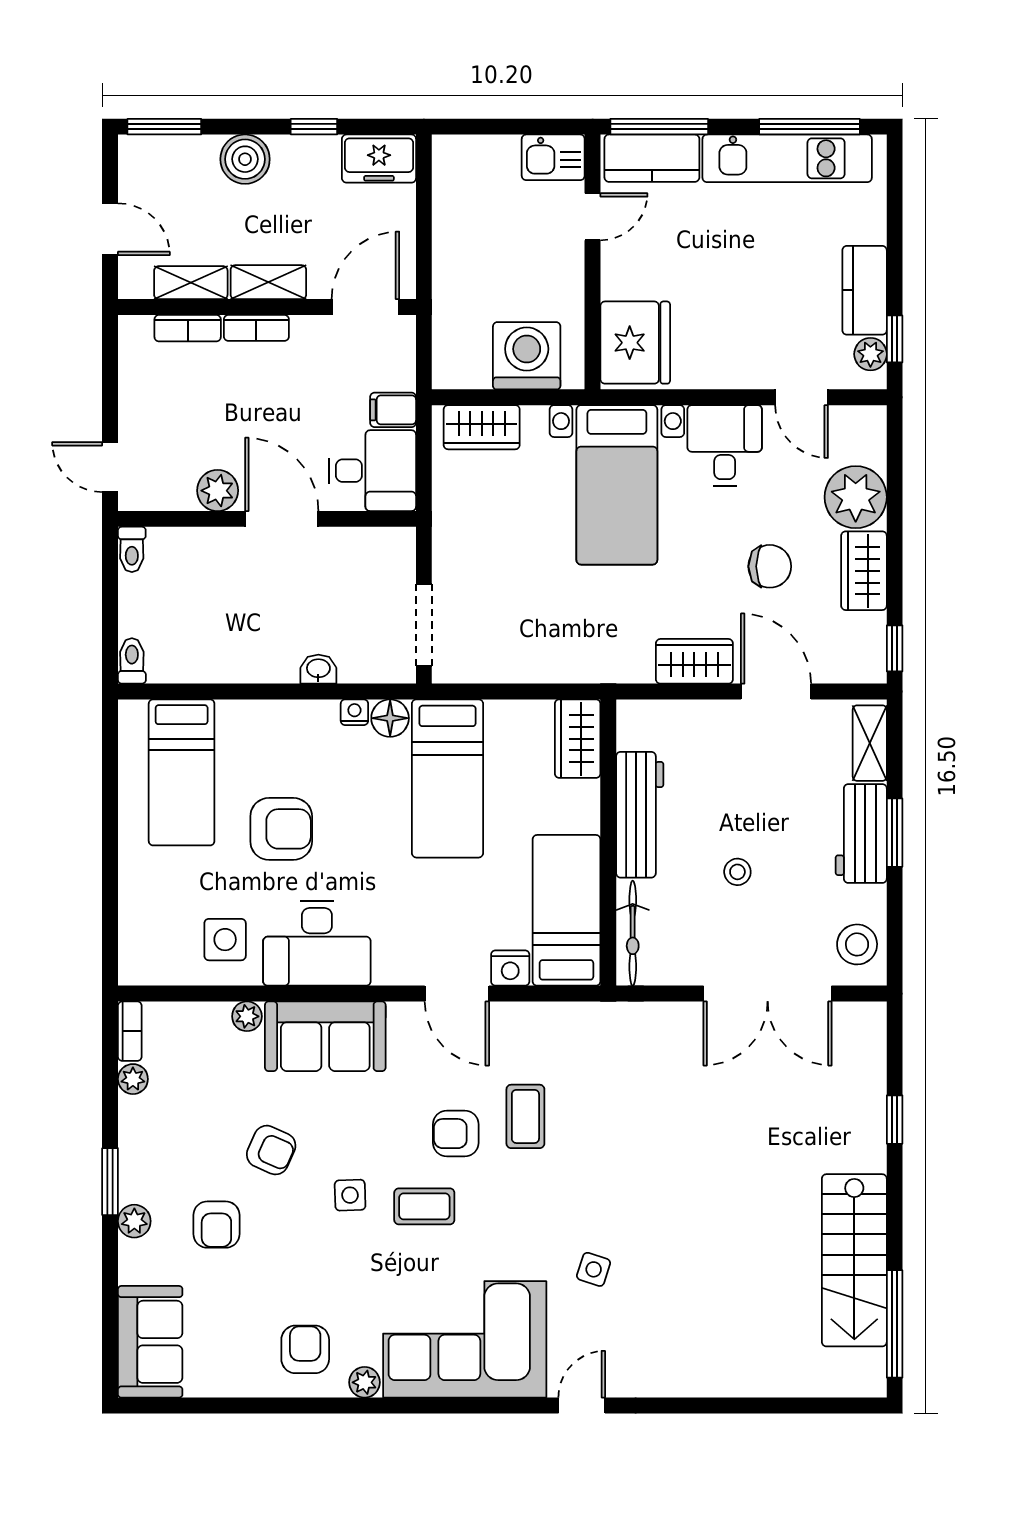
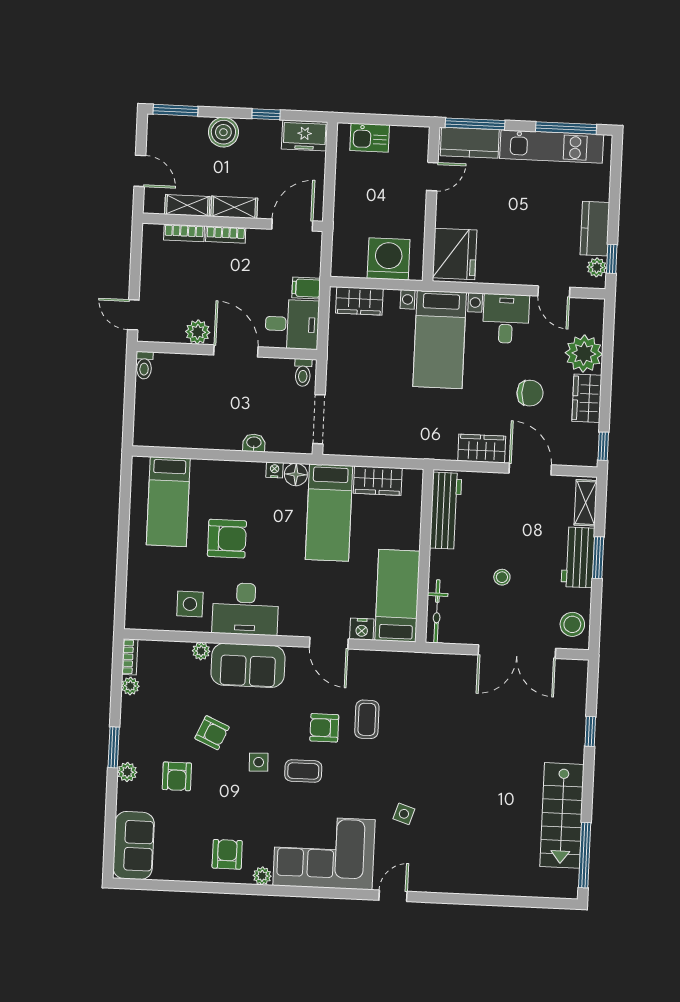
kitchen sink: (553, 157) -> (370, 138), moved
toilet: (132, 661) -> (303, 373), moved, turned 180
wardrobe: (578, 739) -> (378, 481), moved, turned -90
workbench: (640, 815) -> (446, 511), moved

